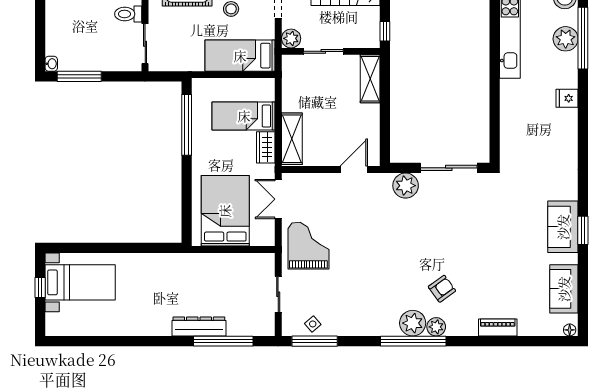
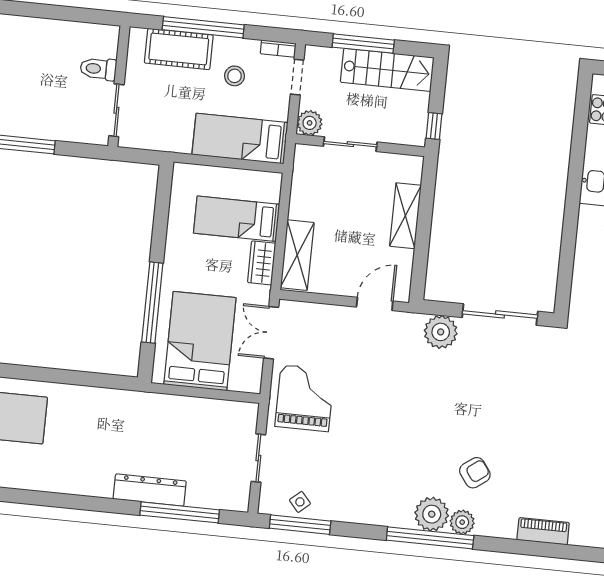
shelving: (370, 79) -> (405, 216), moved
window: (187, 125) -> (152, 303), moved

